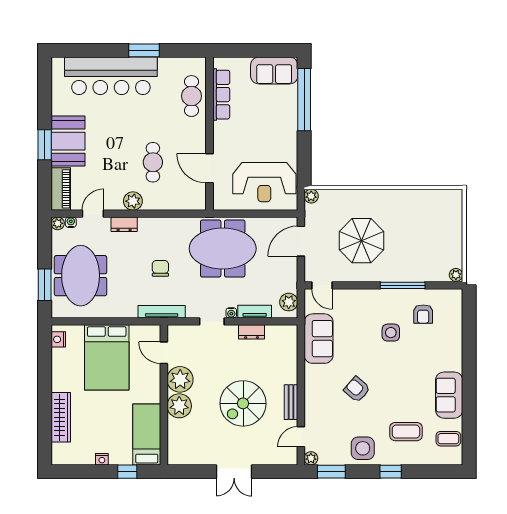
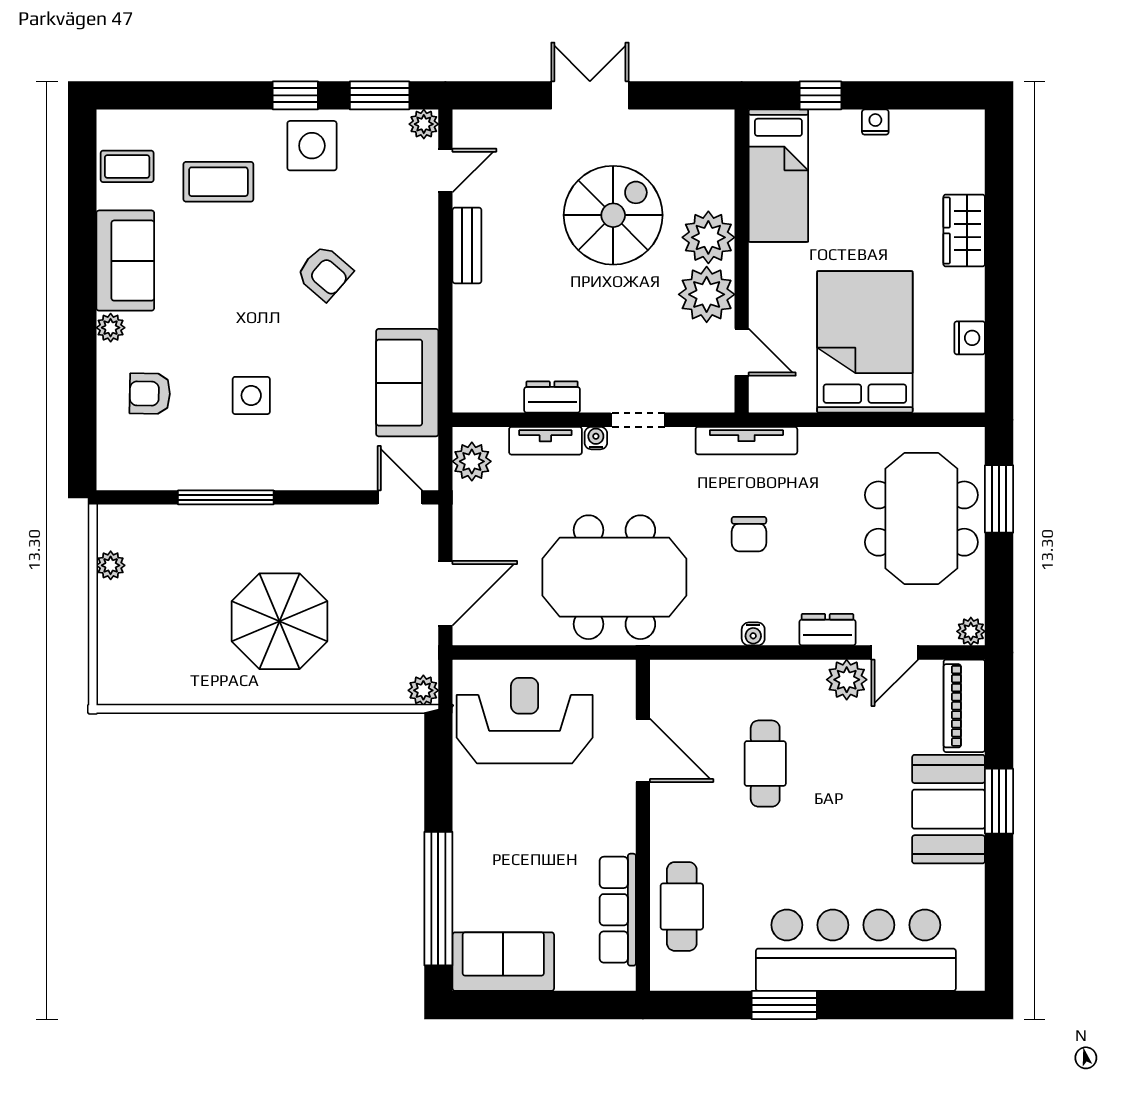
plant: (133, 201) -> (847, 680), moved
water cooler: (71, 222) -> (753, 634), moved
parasol: (361, 241) -> (279, 621), moved
plant: (456, 275) -> (111, 565), moved
armchair: (423, 314) -> (150, 394), moved, turned -89
nightstand: (58, 339) -> (970, 338), moved
plant: (456, 364) -> (111, 328), added
spiral stairs: (243, 403) -> (613, 215), moved
wardrobe: (61, 417) -> (964, 231), width x0.67
window: (391, 472) -> (295, 95), moved

